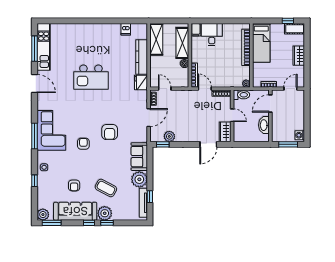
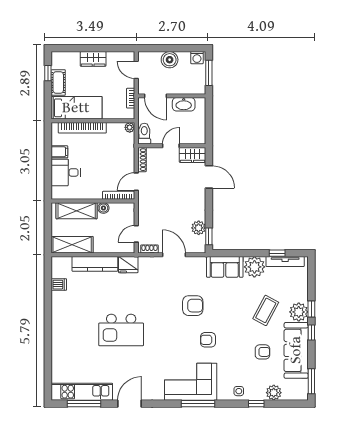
cot: (295, 29) -> (58, 83), moved
filing cabinet: (196, 30) -> (59, 152), moved
kitchen island: (91, 77) -> (121, 330), turned 90
boiler: (298, 114) -> (170, 60), added
plant: (43, 215) -> (274, 393), moved

